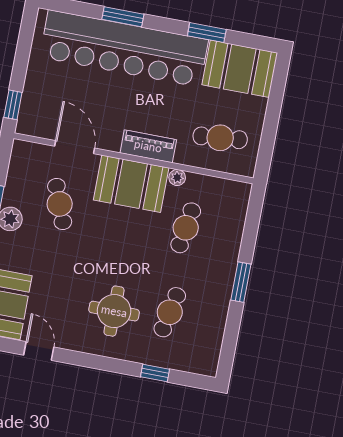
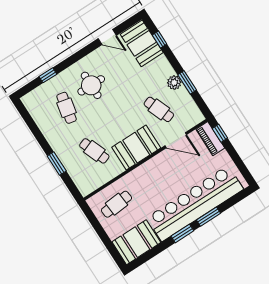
window: (207, 33) -> (182, 233), moved
piano: (148, 146) -> (210, 139), moved, turned 90
plant: (177, 178) -> (119, 169), removed
cafe table: (186, 228) -> (94, 151), turned -30
window: (241, 282) -> (57, 164), moved

